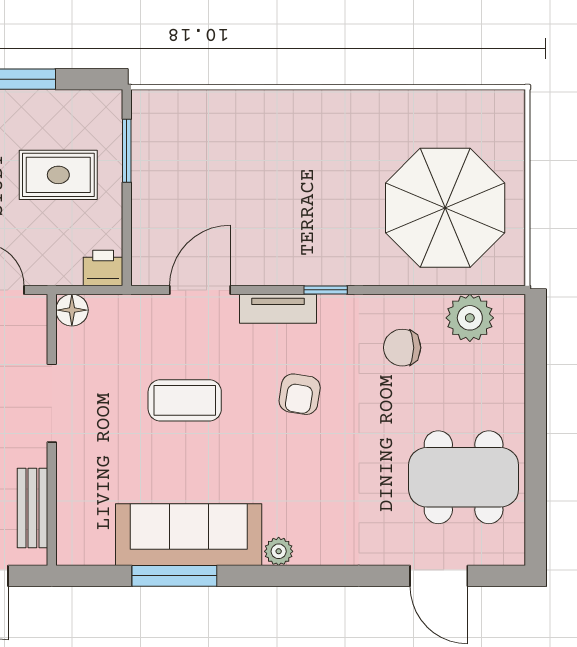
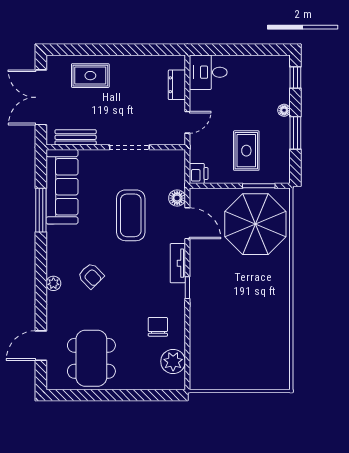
parasol: (445, 208) -> (255, 224), moved
floor lamp: (72, 310) -> (177, 198), moved
armchair: (300, 394) -> (91, 276), moved, turned -144
coffee table: (185, 400) -> (131, 215), width x1.36, depth x1.32
sofa: (189, 535) -> (62, 187), moved
plant: (279, 551) -> (53, 283), moved

